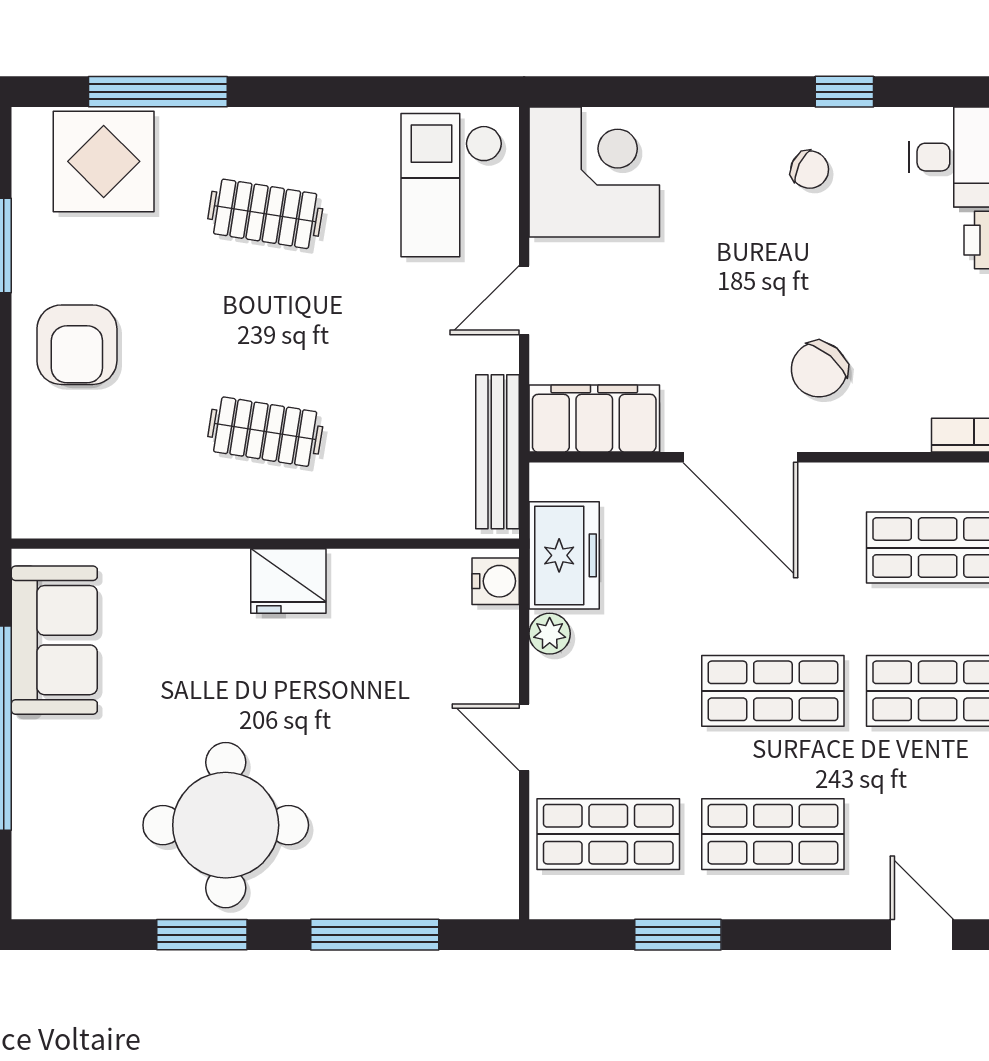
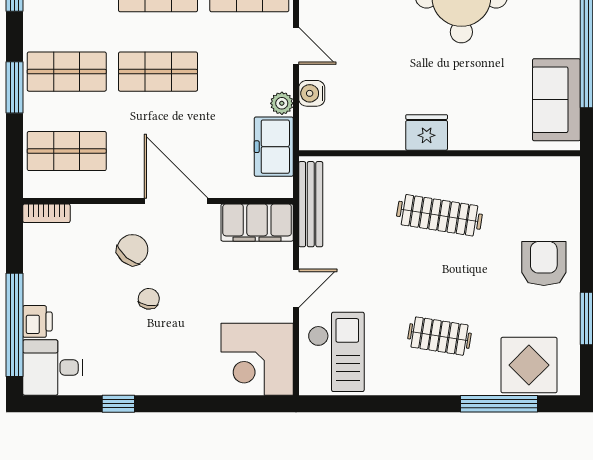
chair: (810, 170) -> (149, 299), moved, turned 74
clothes rail: (265, 432) -> (439, 215), width x1.36
water cooler: (496, 581) -> (312, 93), moved

